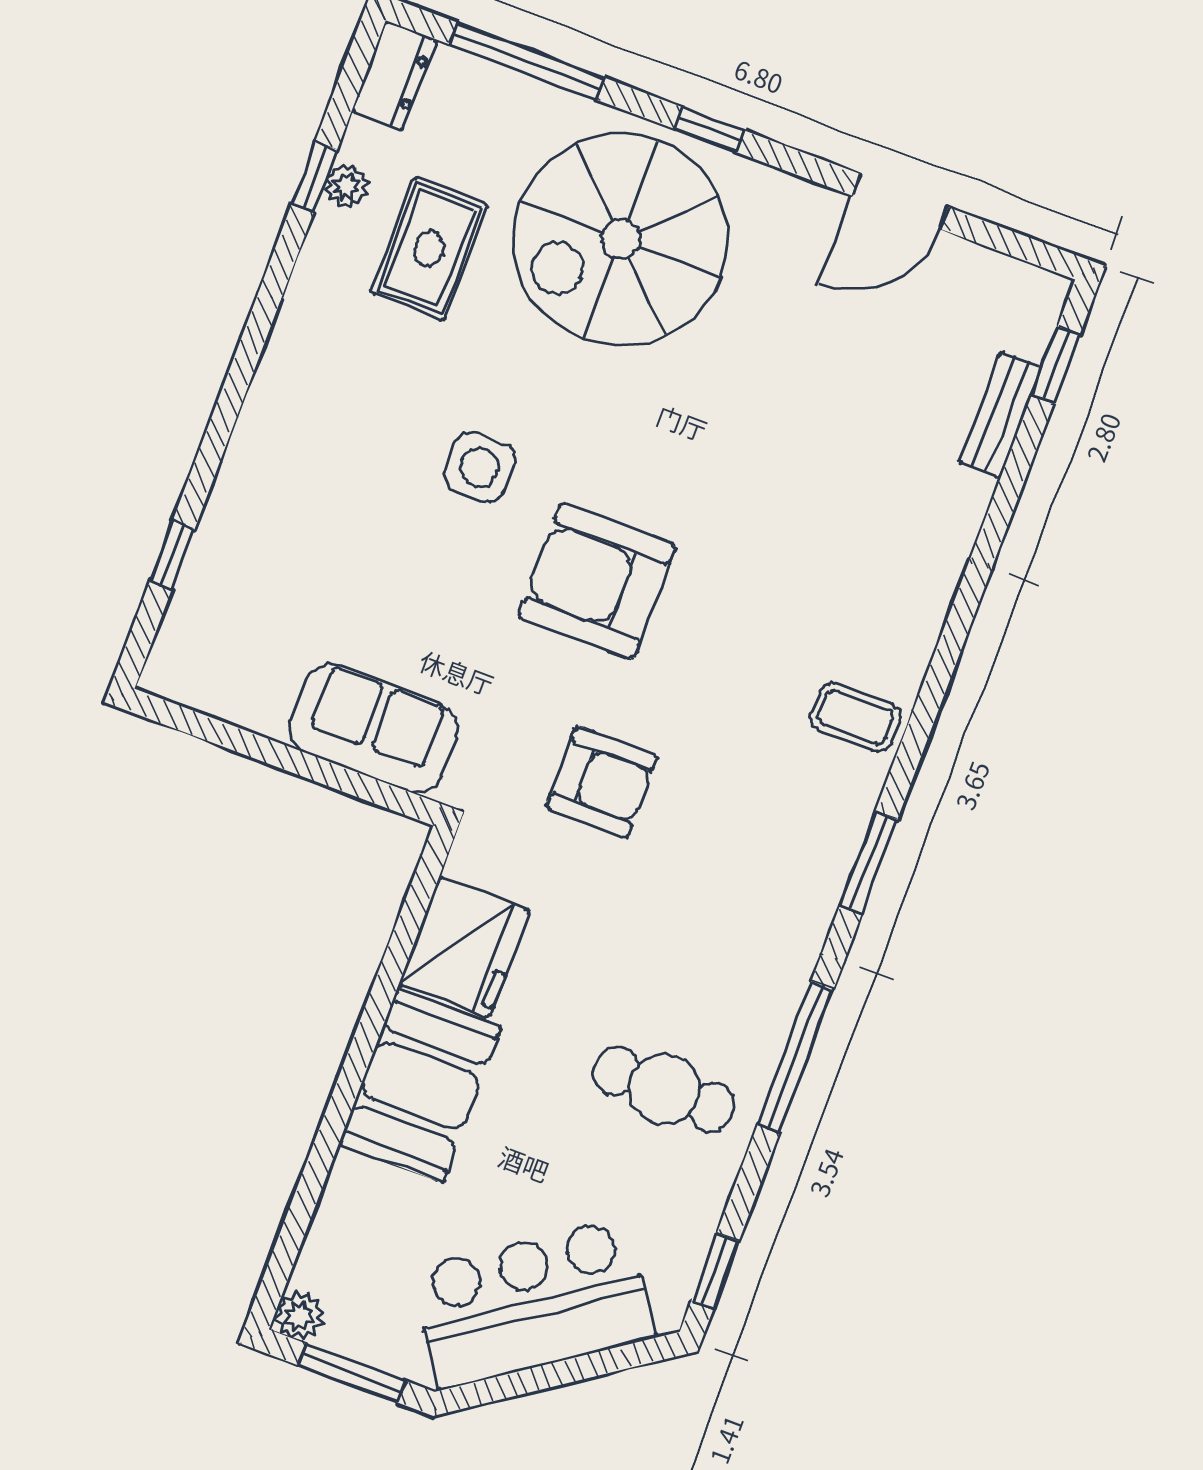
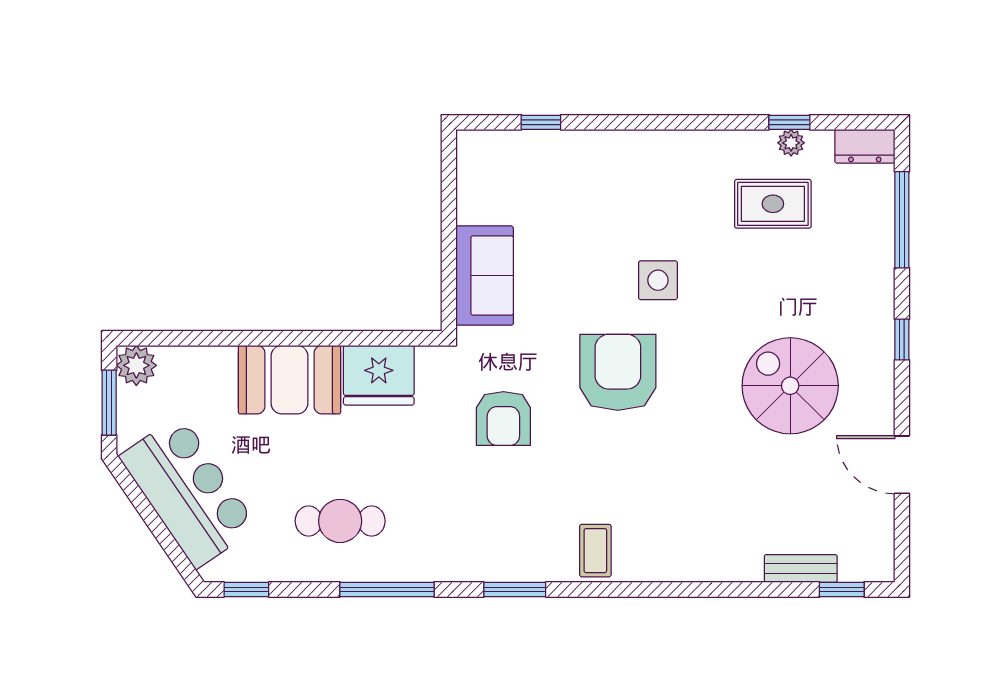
spiral stairs: (621, 239) -> (790, 386), moved, width x0.73, depth x0.73
cafe table: (664, 1089) -> (340, 521), turned 90
plant: (299, 1316) -> (136, 365), width x1.38, depth x1.38

